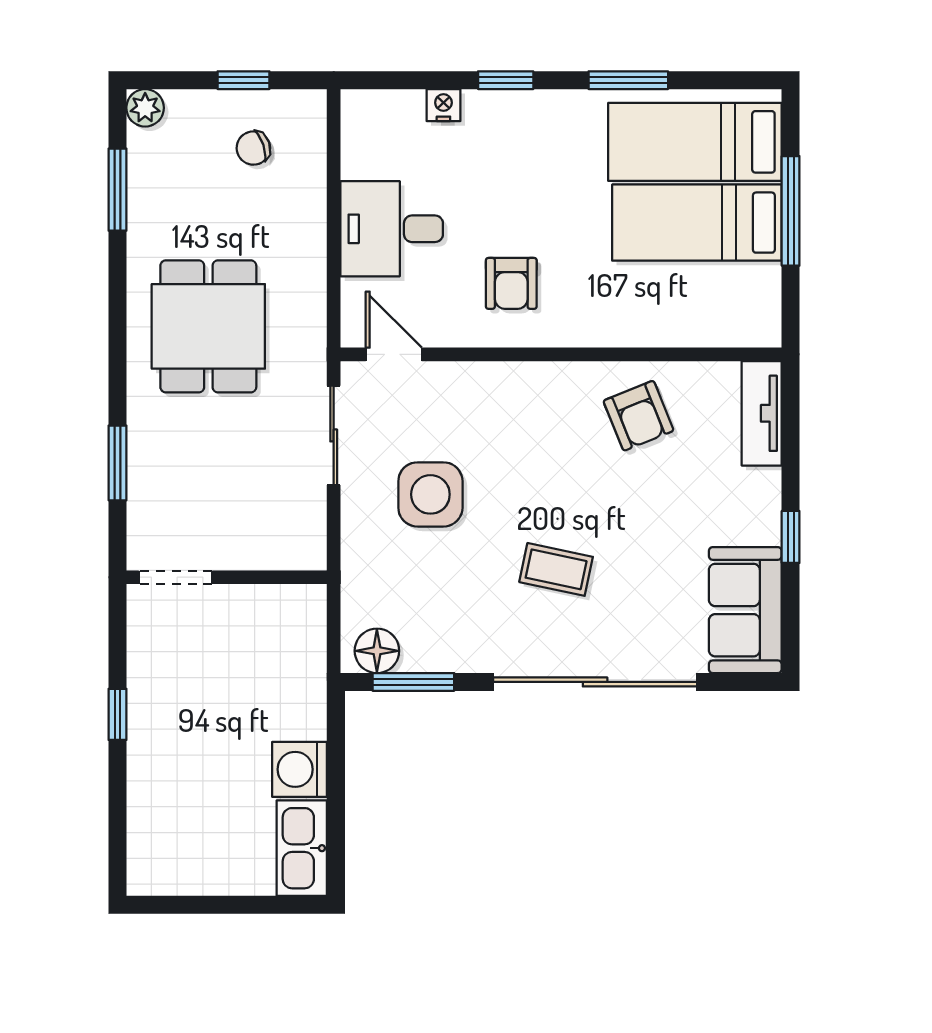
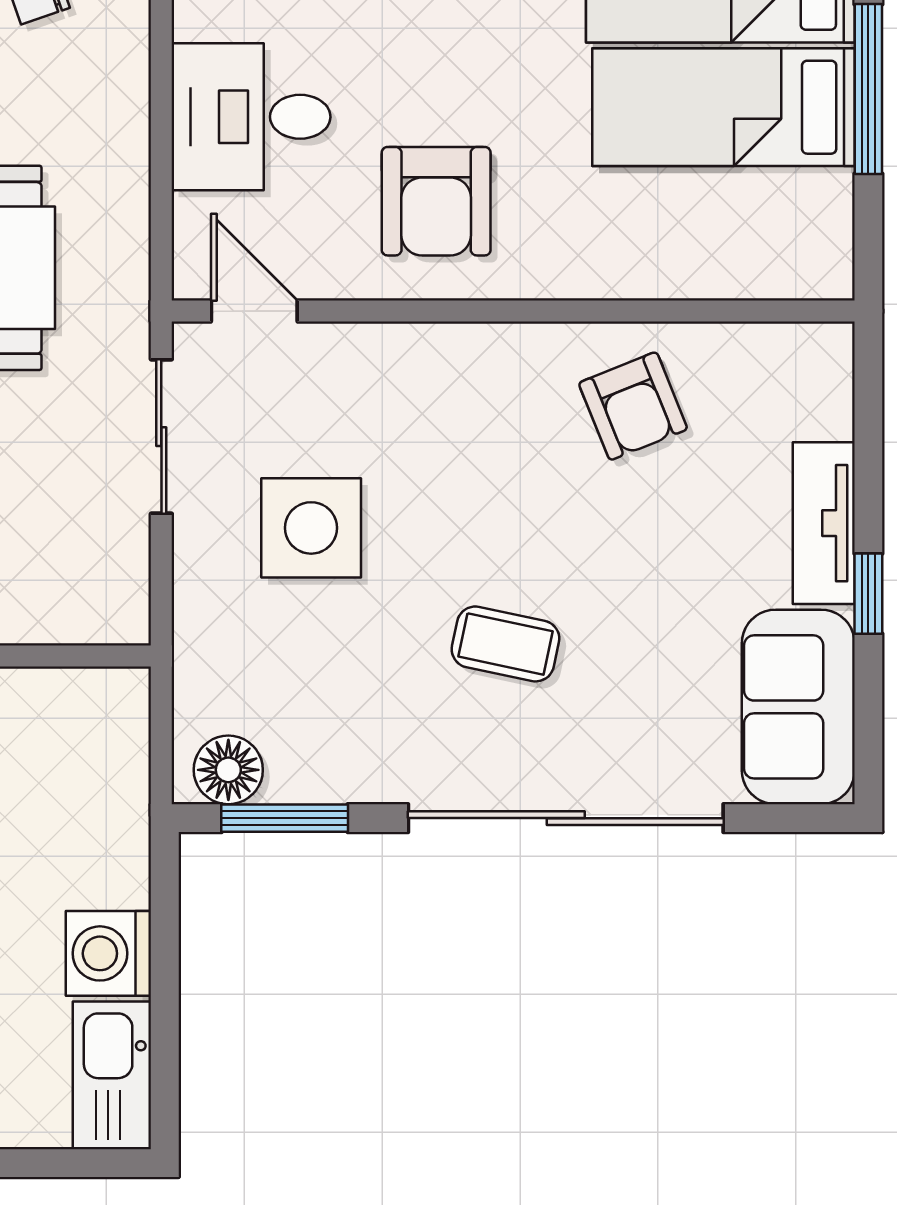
armchair: (511, 283) -> (436, 201), width x1.38, depth x1.38
tv unit: (762, 413) -> (824, 523), moved

